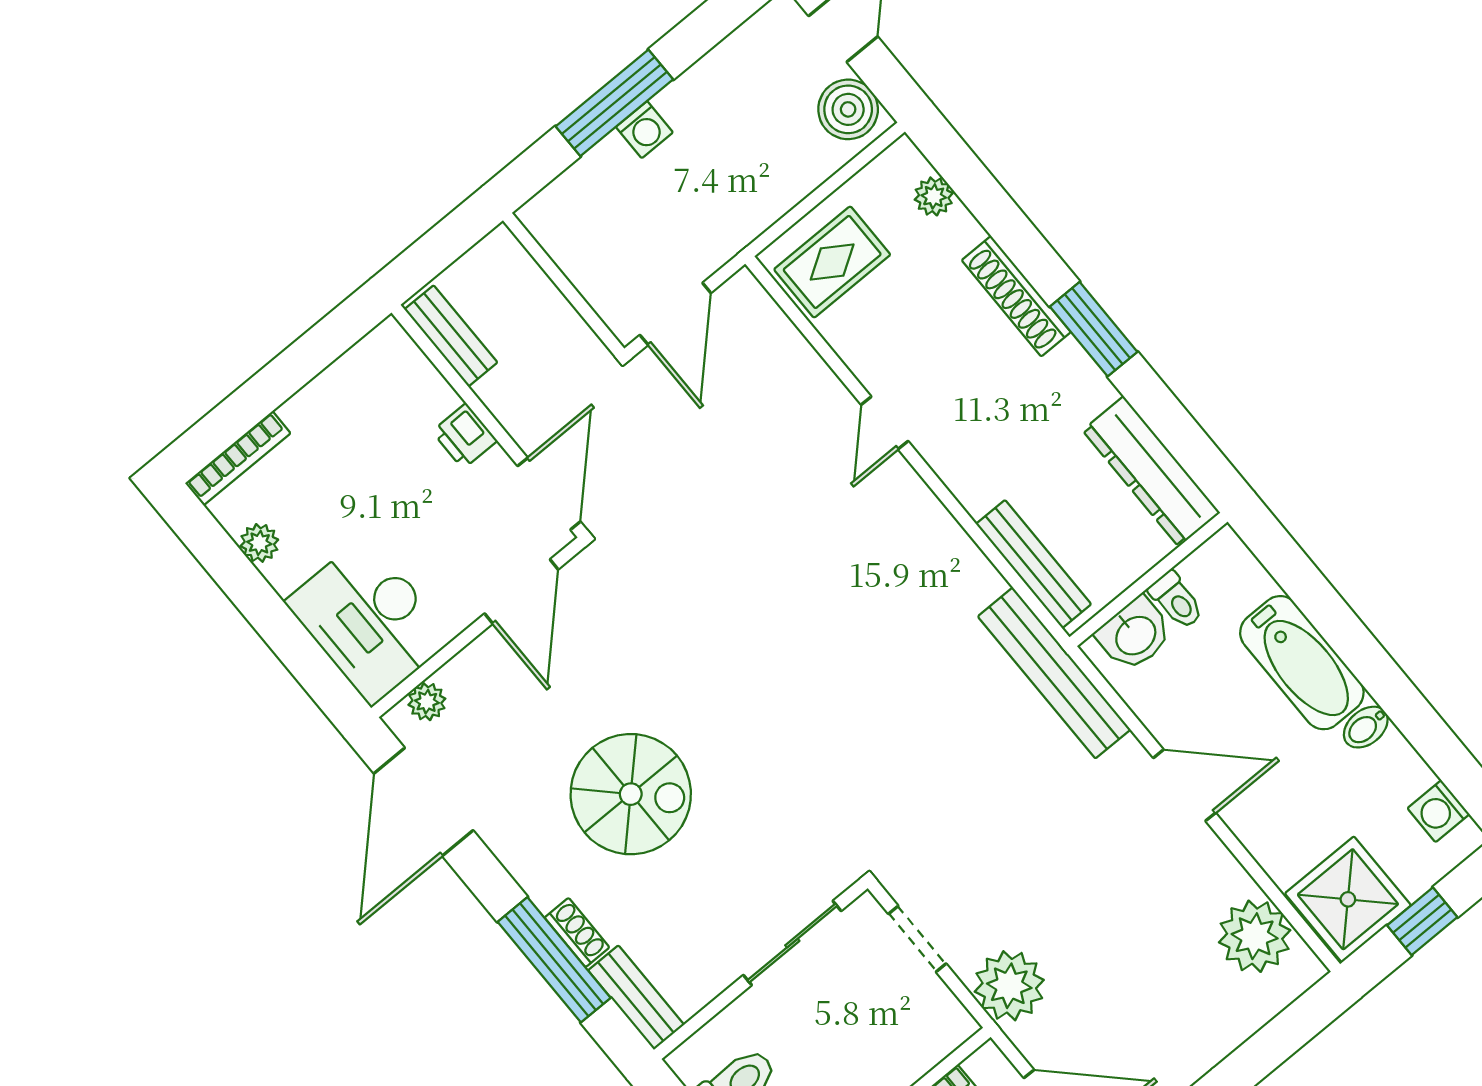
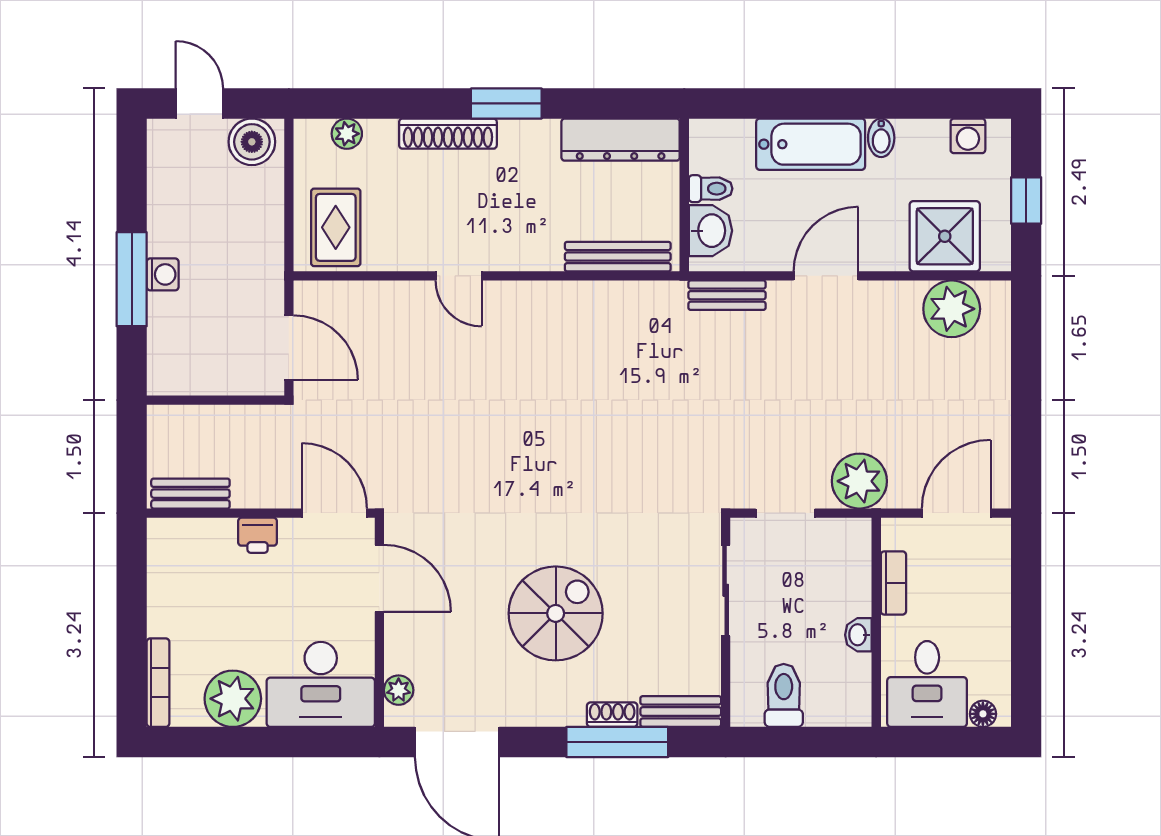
plant: (259, 543) -> (233, 699), width x1.87, depth x1.87
bench: (1054, 673) -> (727, 295), width x0.54, depth x0.82
shower: (1348, 899) -> (945, 236), moved

